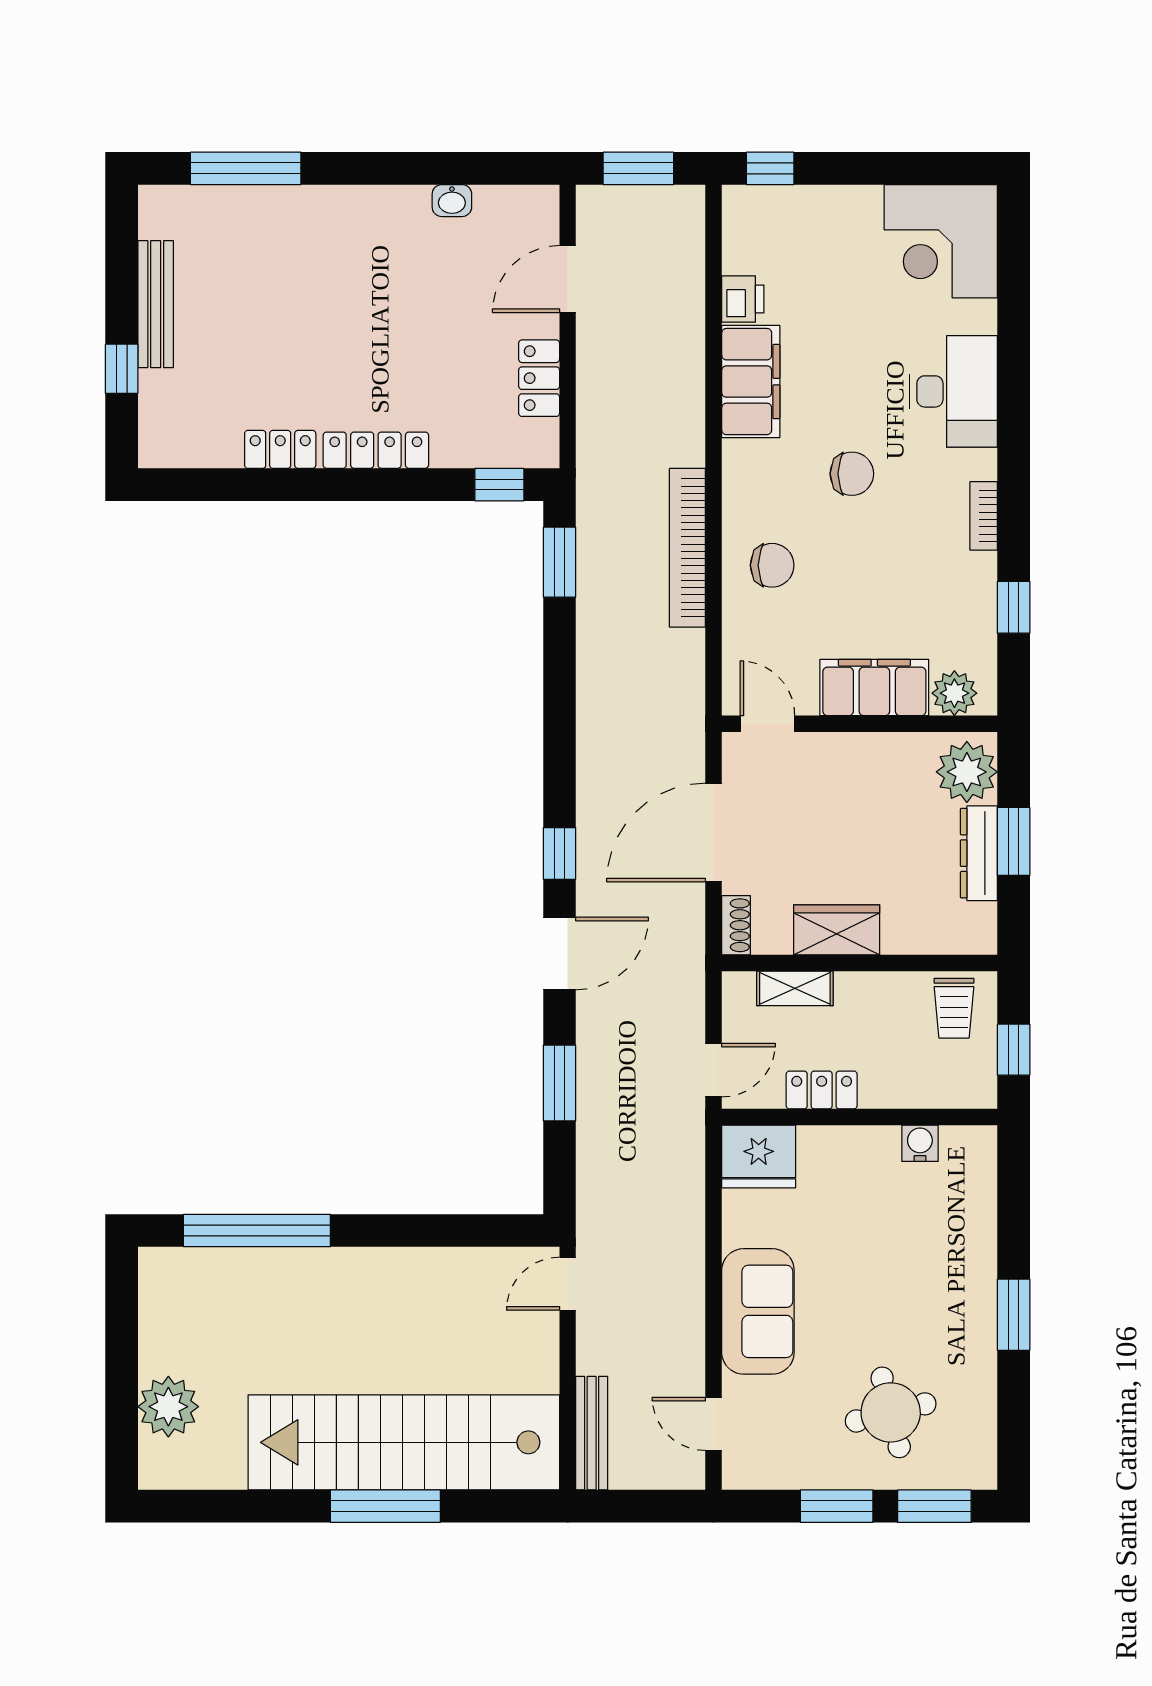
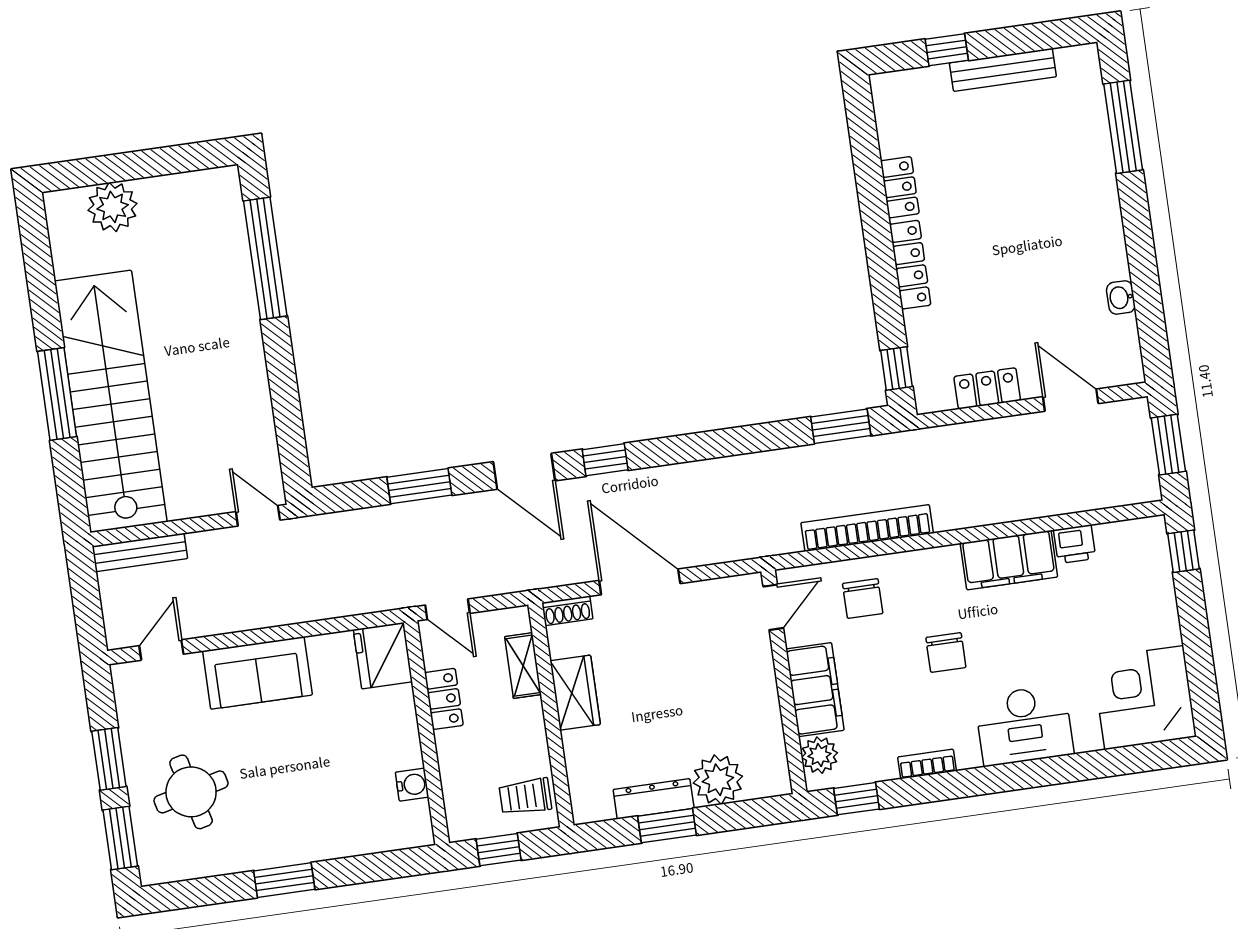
filing cabinet: (874, 687) -> (815, 690), moved
plant: (954, 693) -> (820, 755), moved
door: (767, 724) -> (773, 607), moved
wall: (860, 724) -> (784, 682), moved

